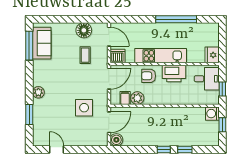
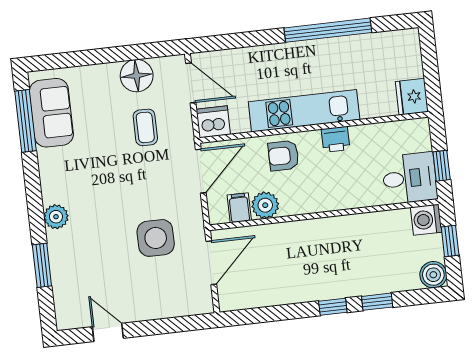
printer: (174, 74) -> (335, 139), width x0.53, depth x0.68
desk: (207, 79) -> (410, 178), moved
boiler: (116, 140) -> (433, 275), moved

